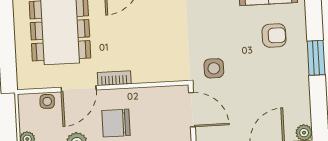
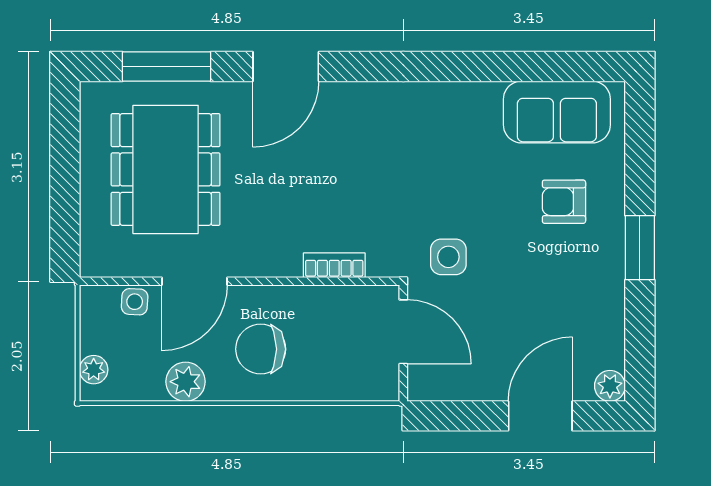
armchair: (274, 35) -> (564, 202), turned 180
bookcase: (114, 78) -> (334, 265), moved

